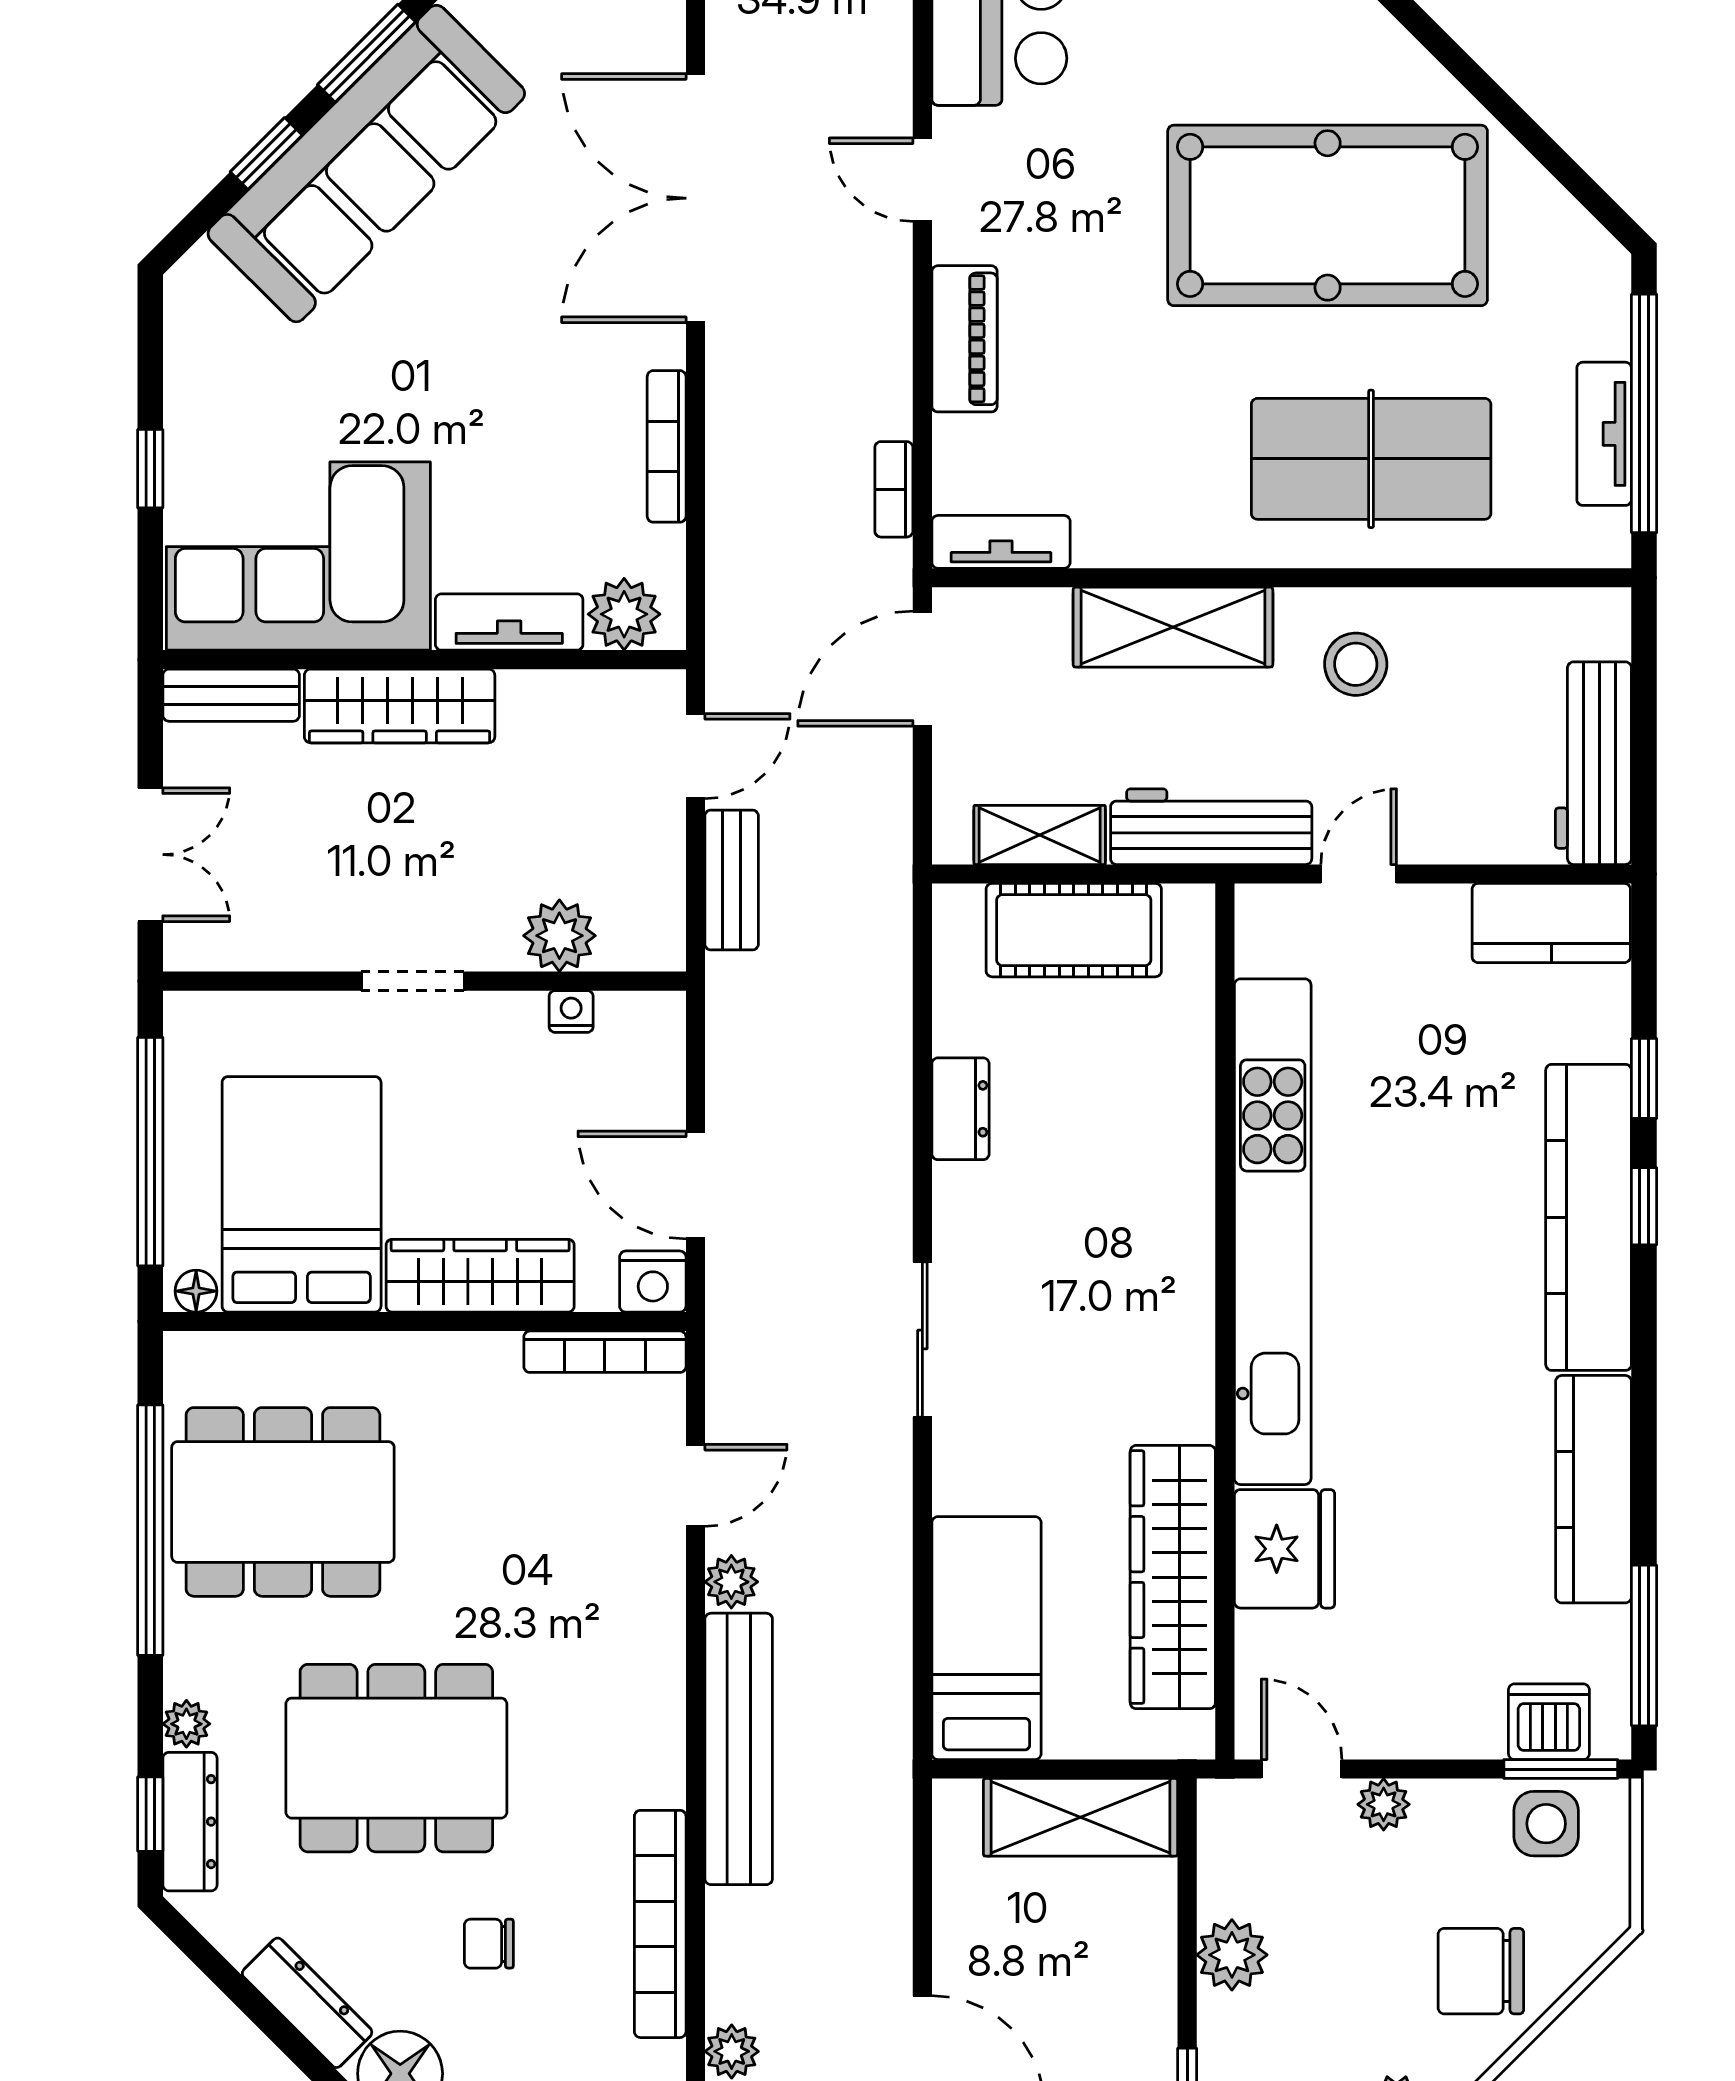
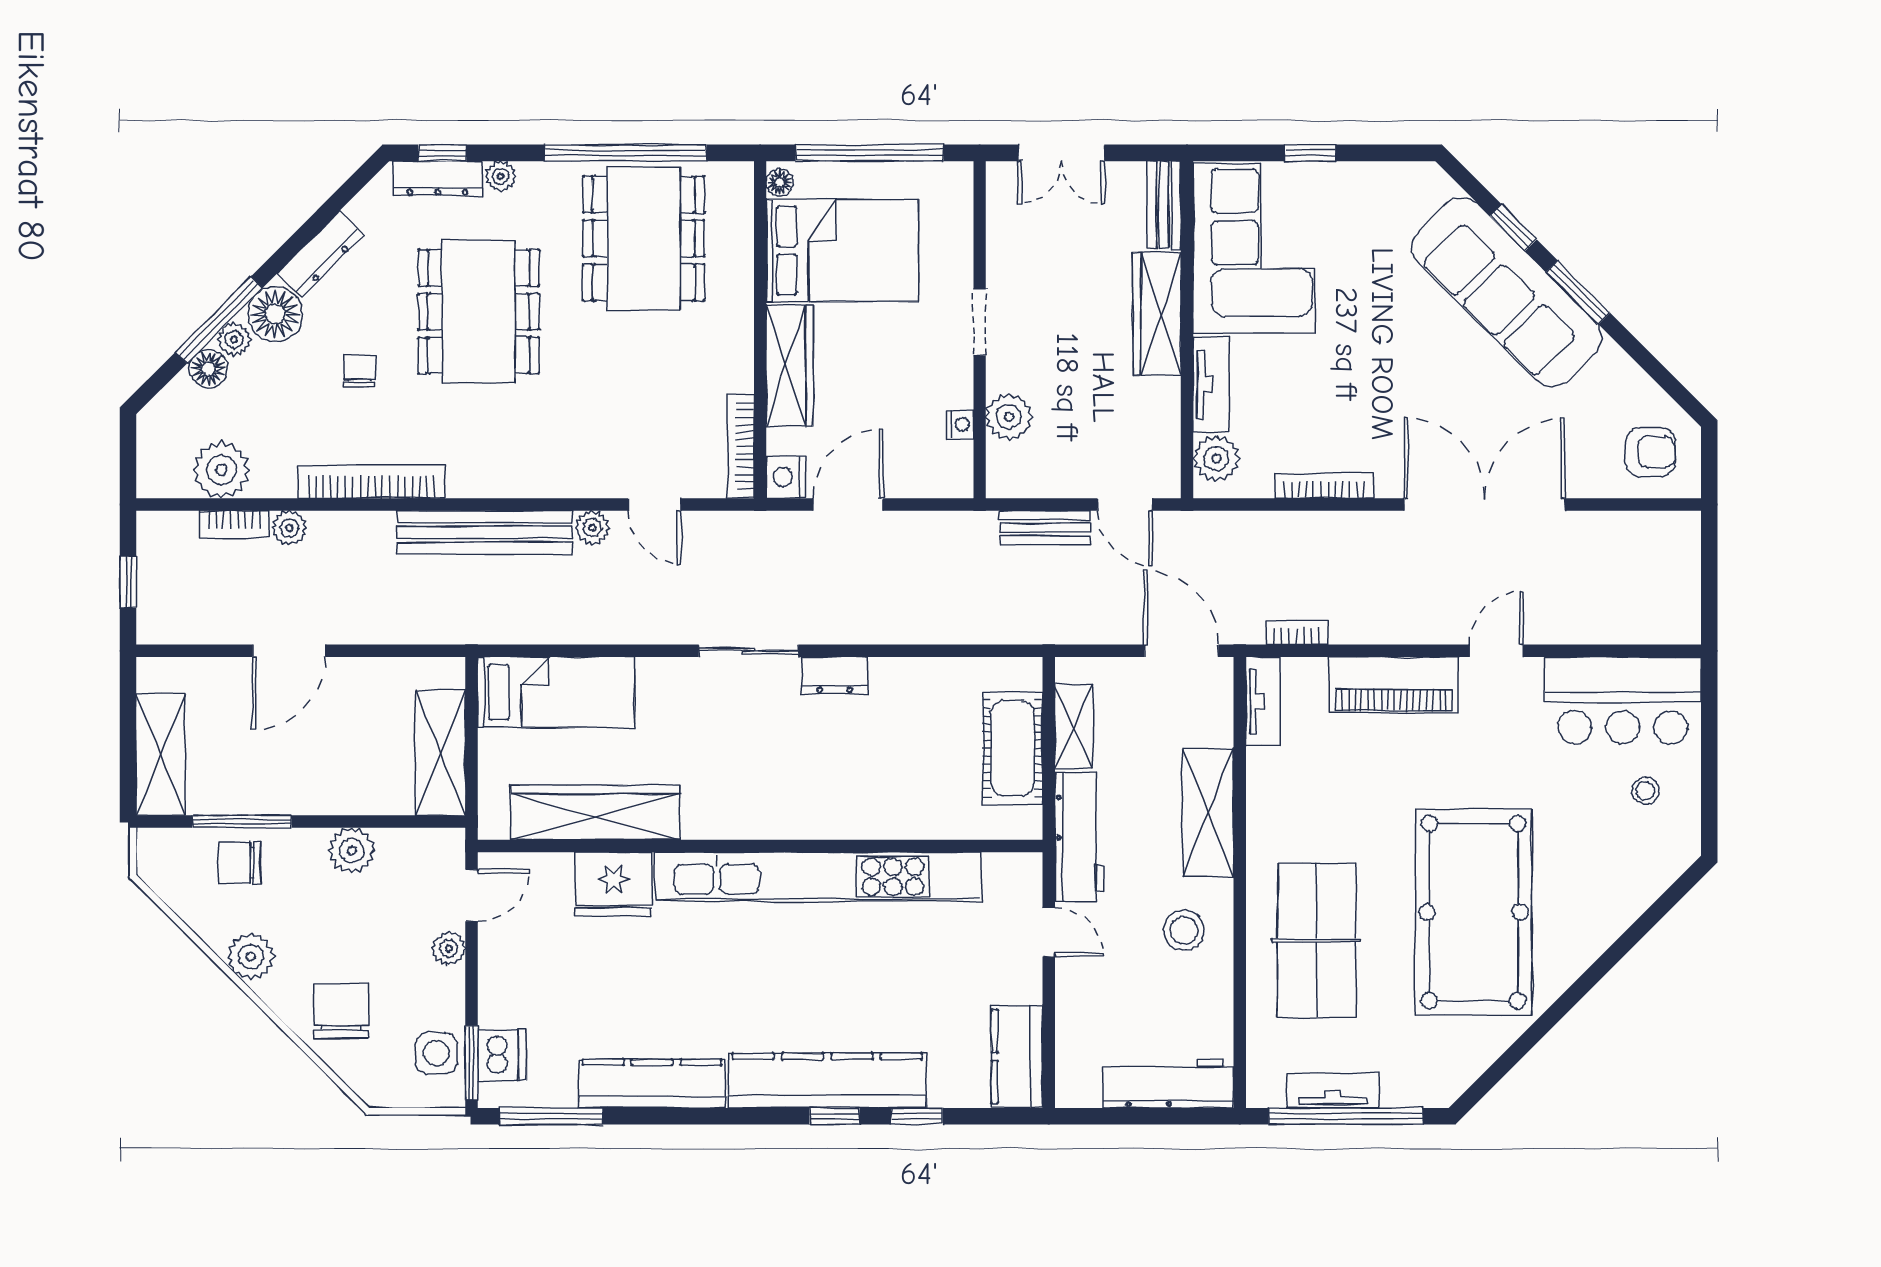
piano: (965, 339) -> (1394, 685), width x1.37, depth x1.33
workbench: (1593, 763) -> (1168, 1084), moved
dresser: (960, 1109) -> (835, 675), moved

